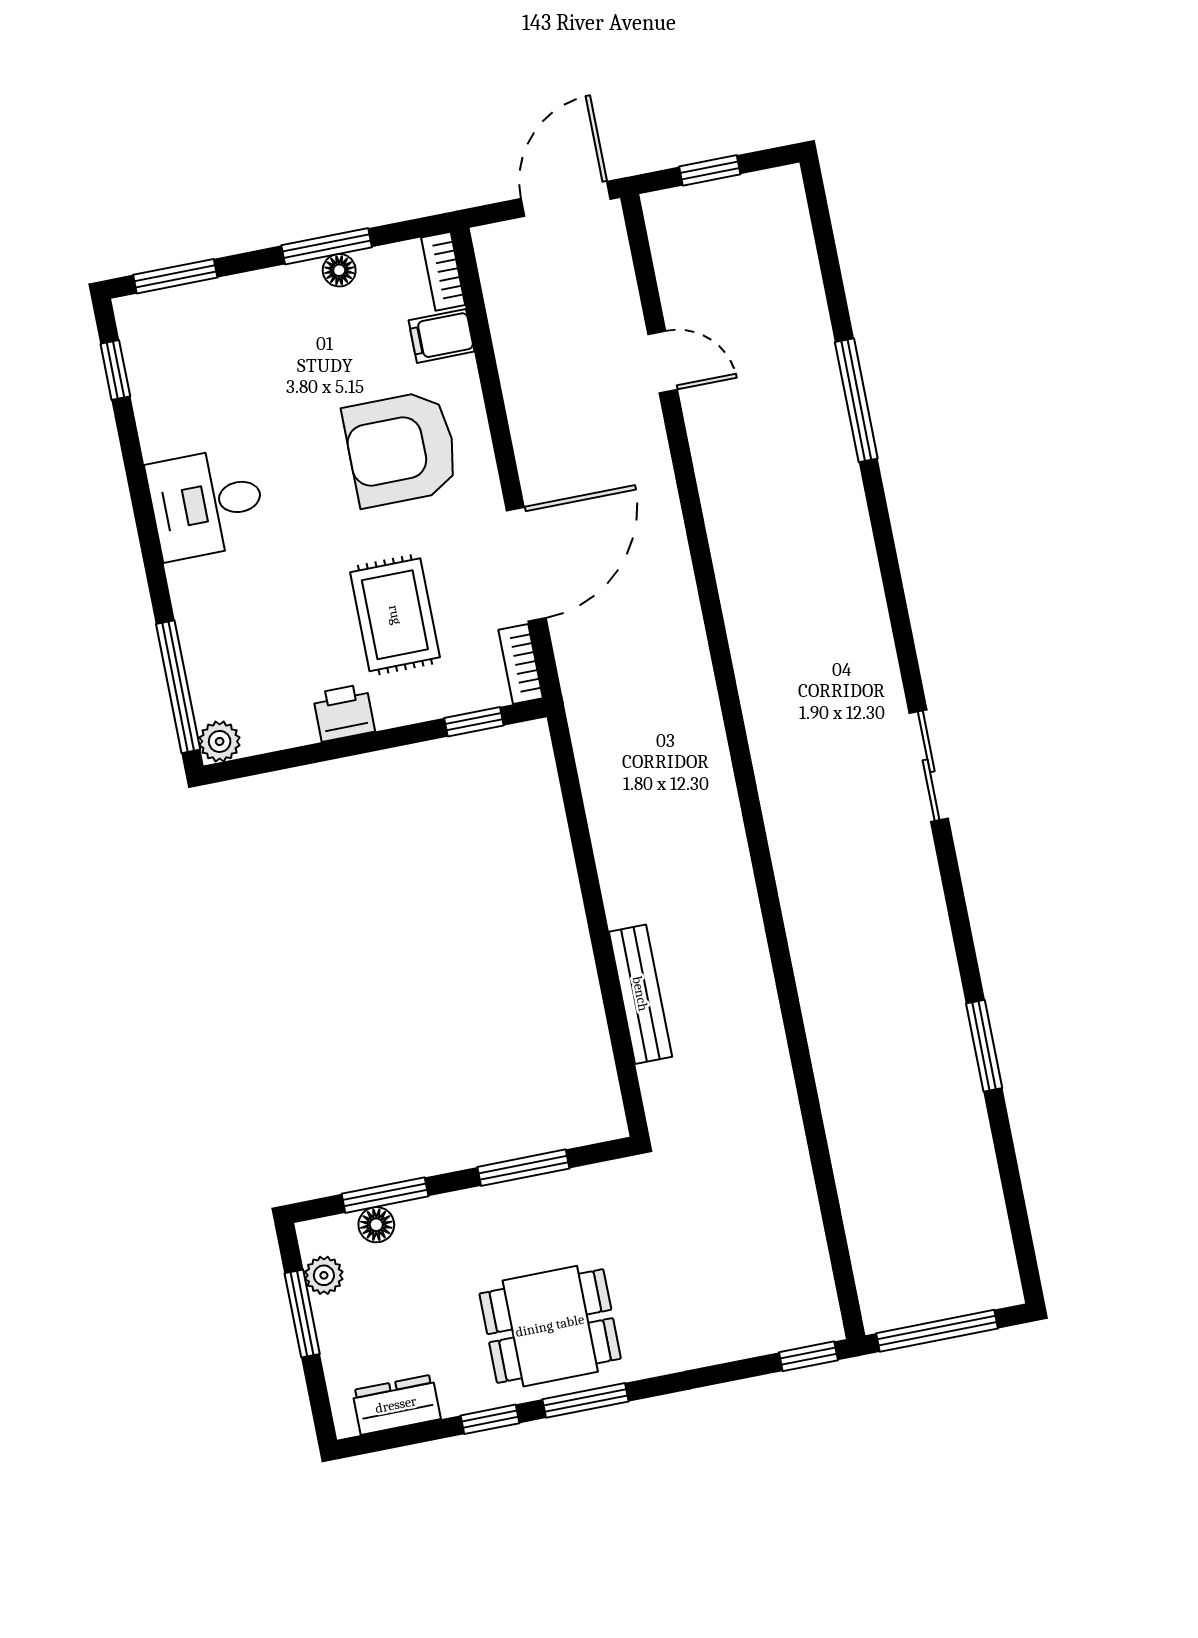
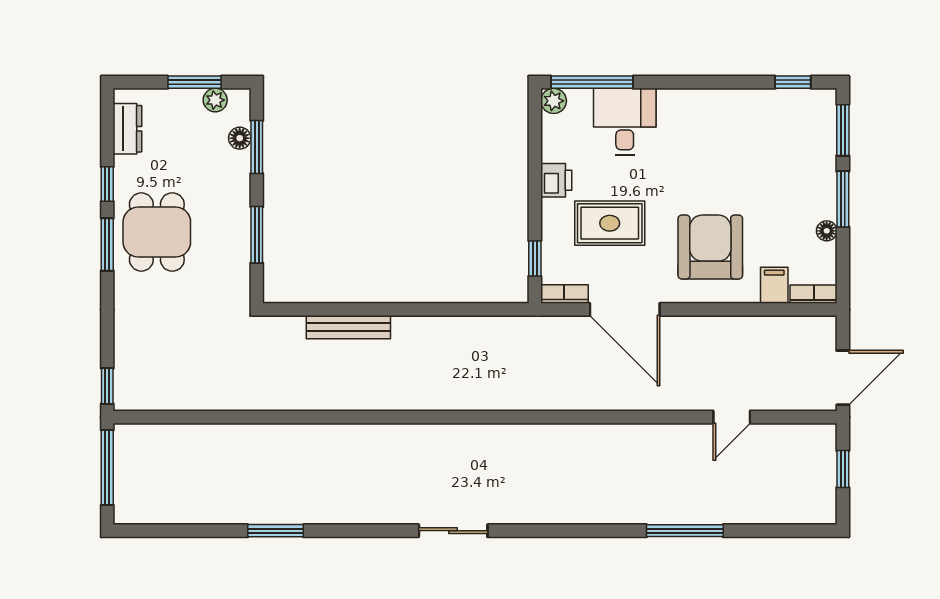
door: (566, 199) -> (843, 378), hinge flipped
window: (327, 246) -> (843, 199), moved
desk: (207, 503) -> (625, 122), moved

